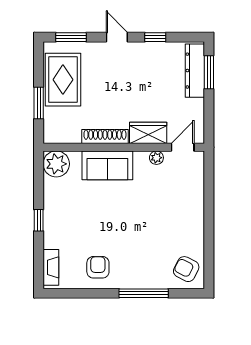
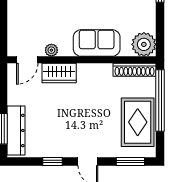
window: (39, 103) -> (160, 101), width x2.11
shoe rack: (105, 136) -> (135, 70), moved

